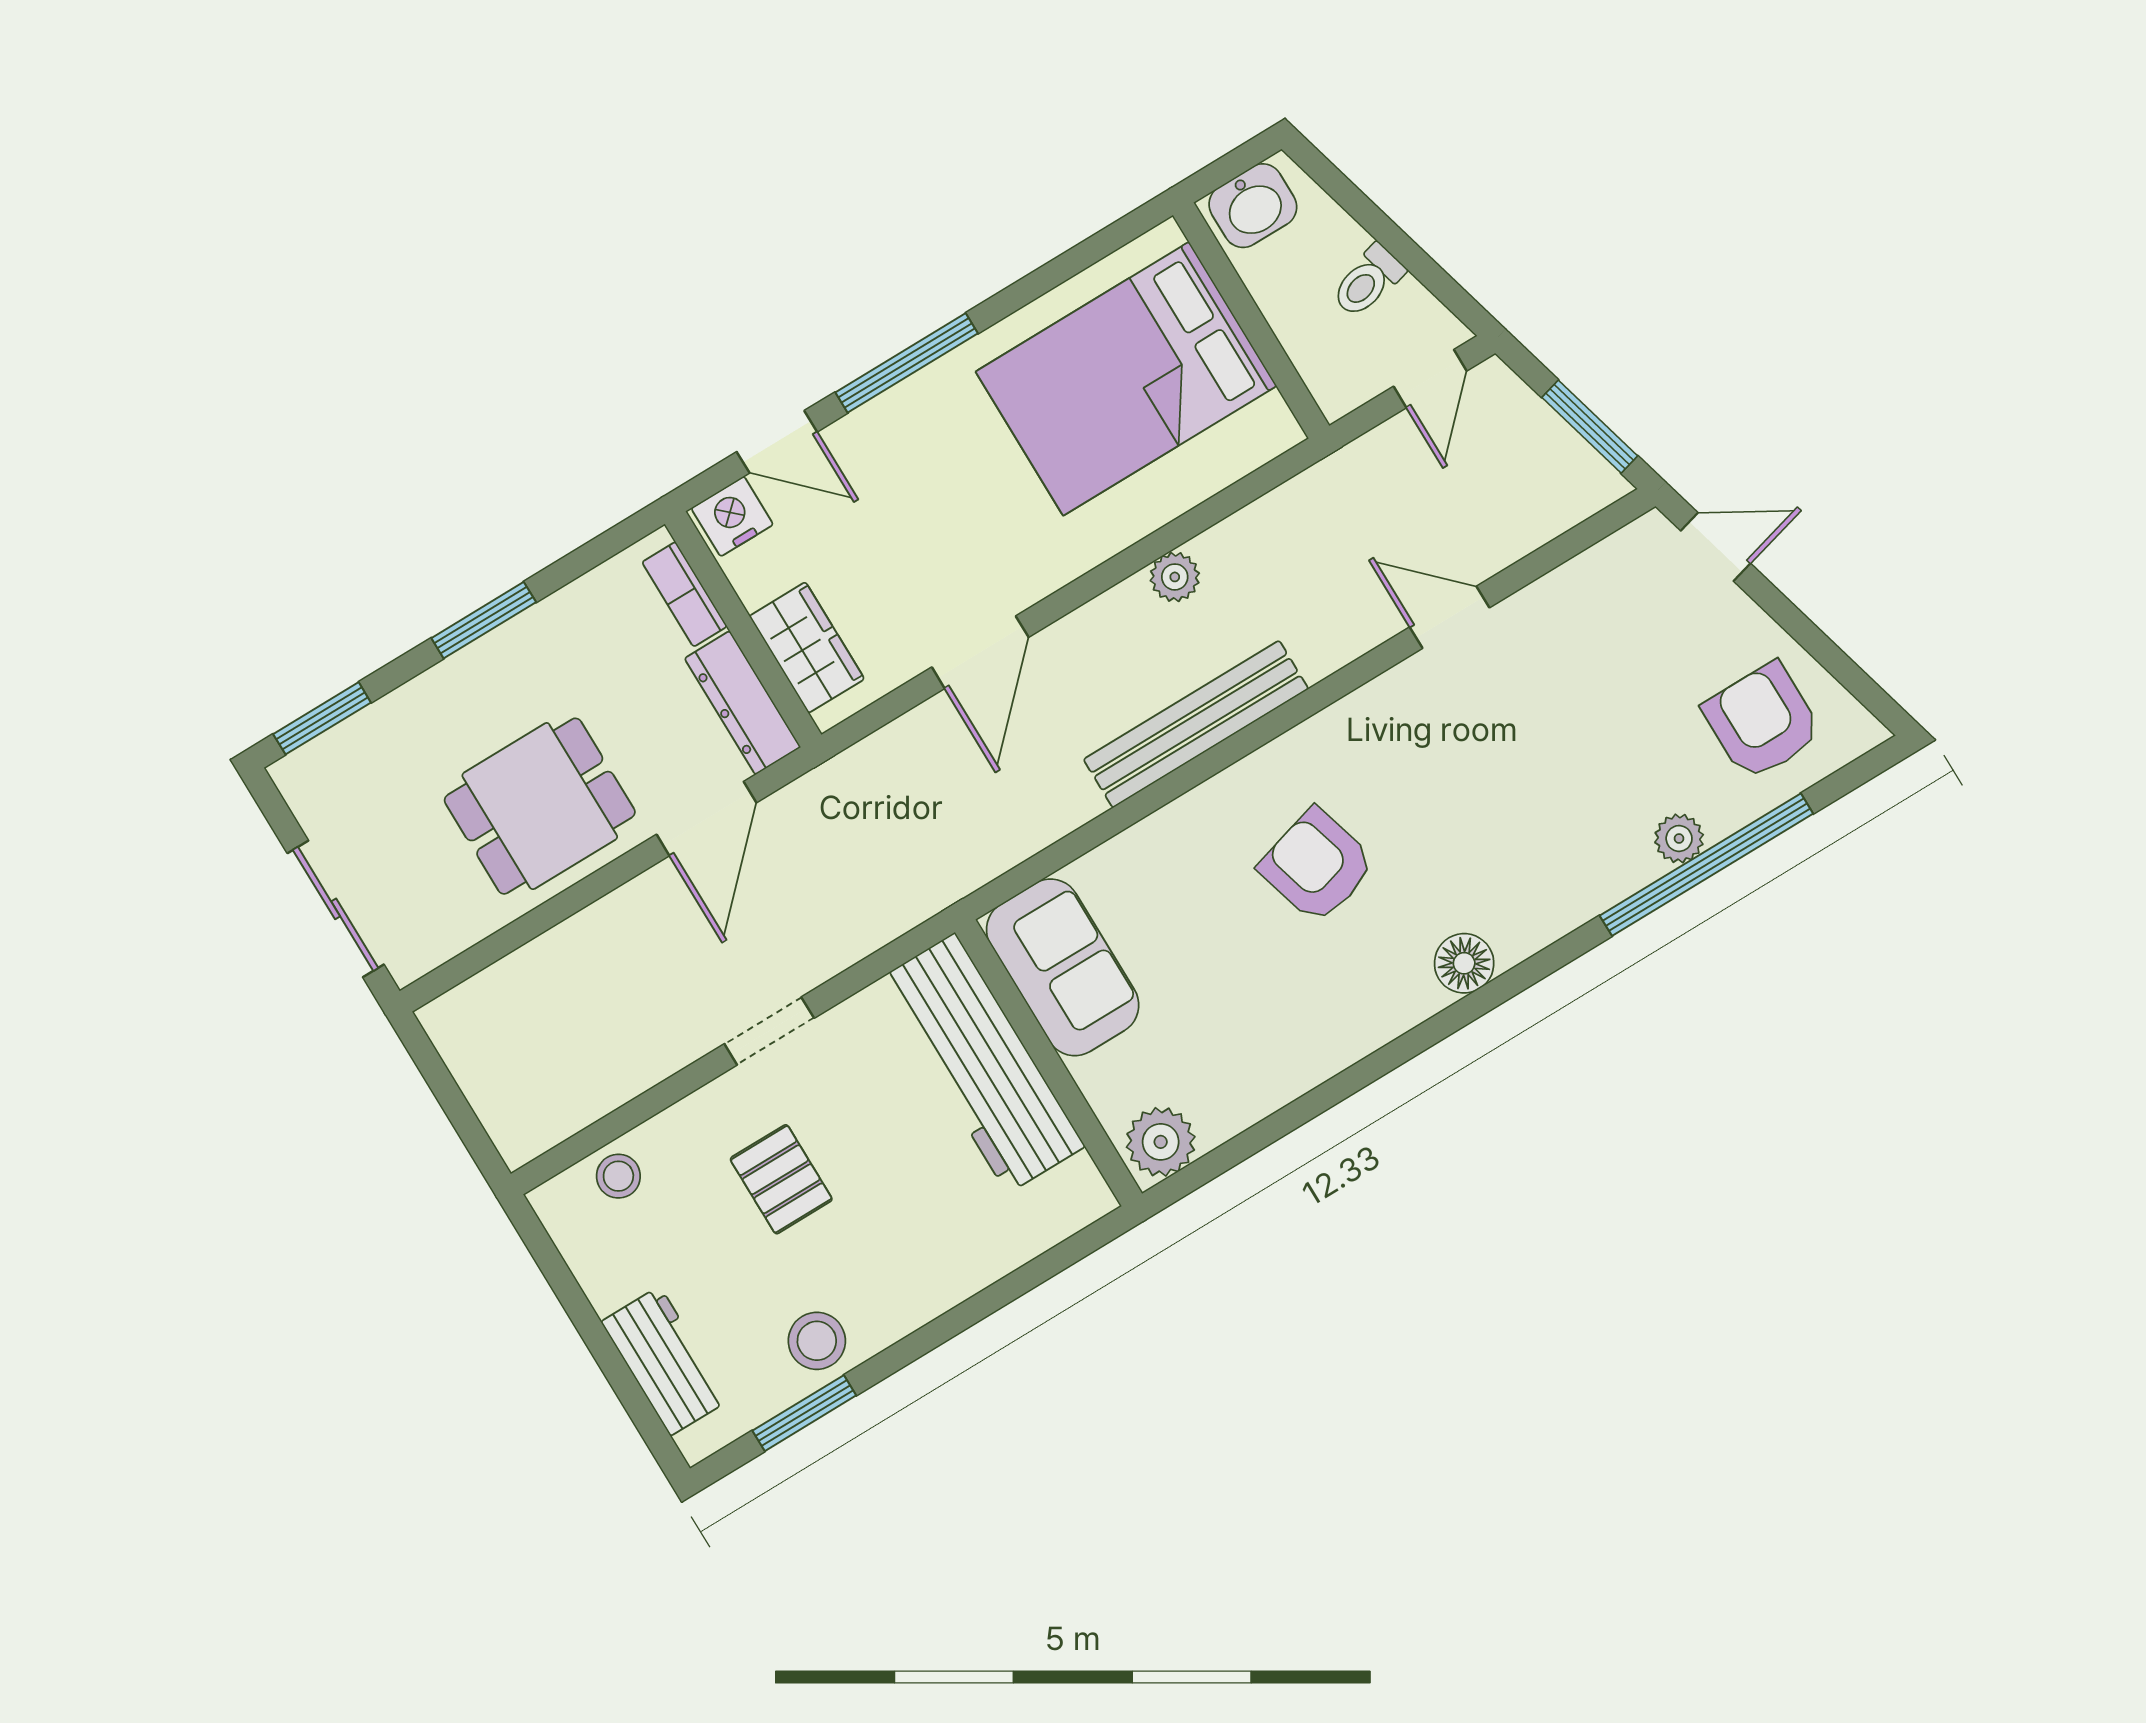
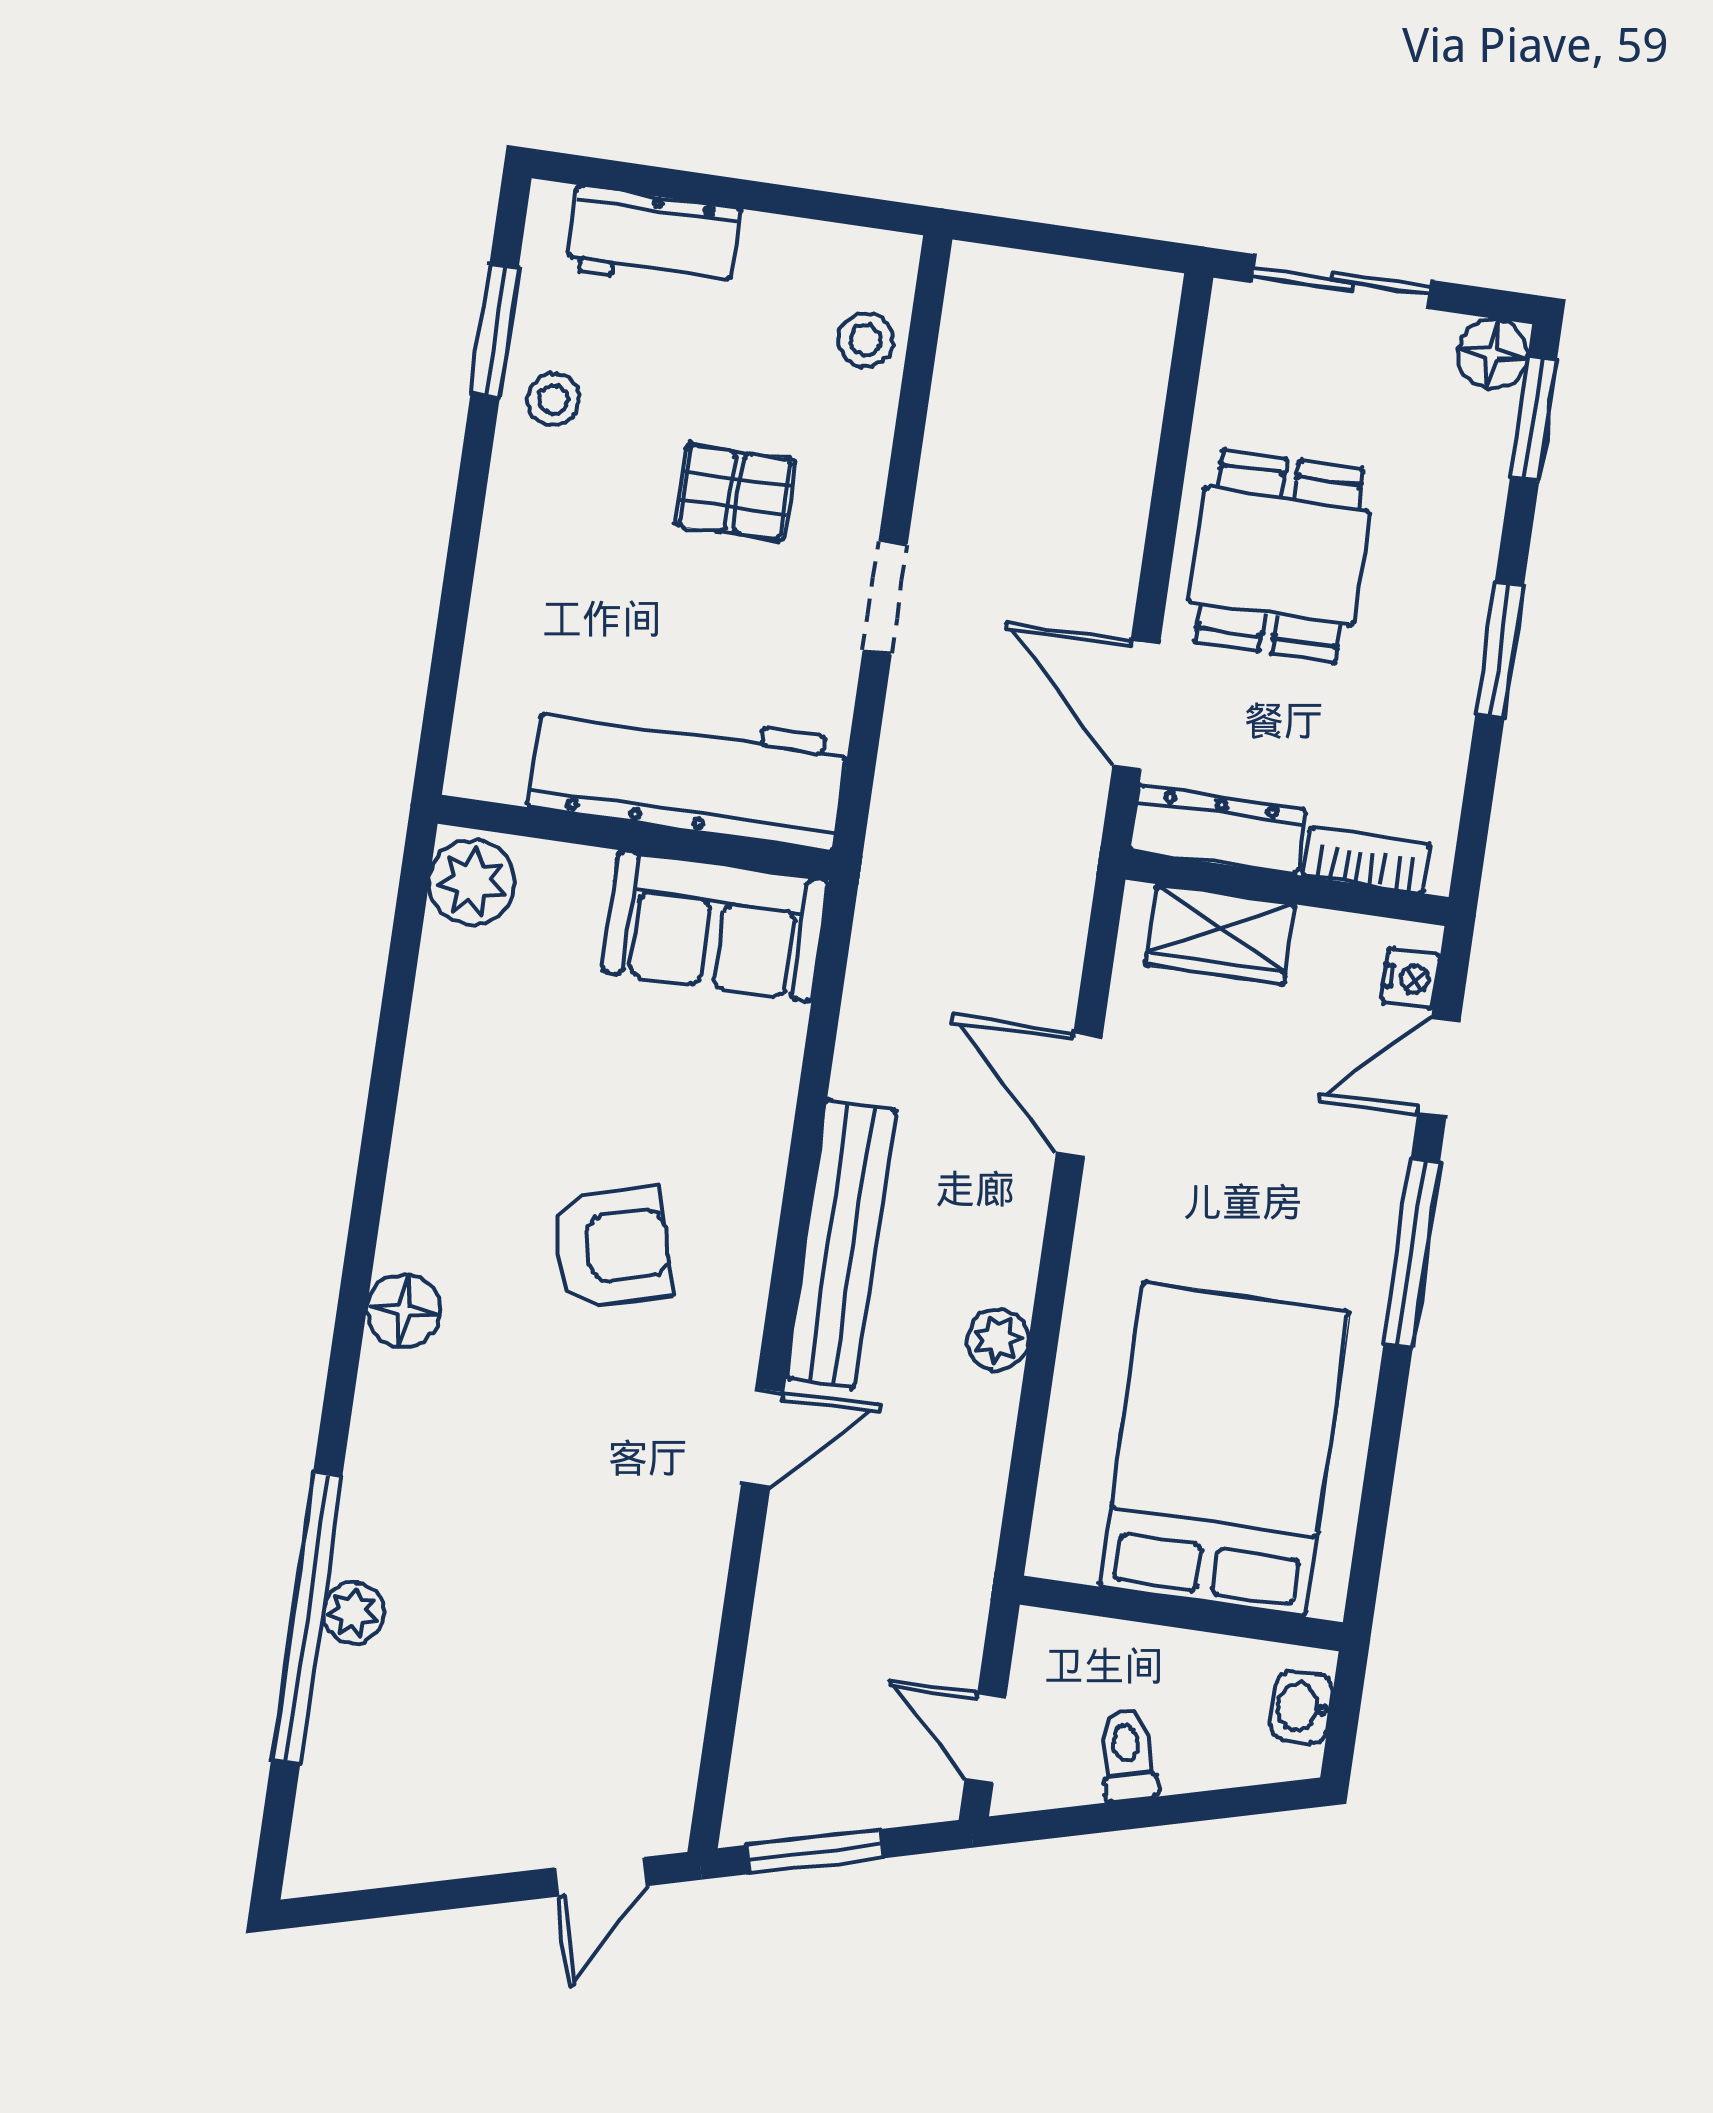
washbasin: (1253, 206) -> (1302, 1707), width x0.72, depth x0.69
nightstand: (732, 516) -> (1411, 979), width x0.72, depth x0.74
door: (1450, 617) -> (763, 1438), moved
armchair: (1762, 721) -> (399, 1784), removed
floor lamp: (303, 777) -> (1493, 354), added
stool: (817, 1341) -> (553, 399), width x0.73, depth x0.73

